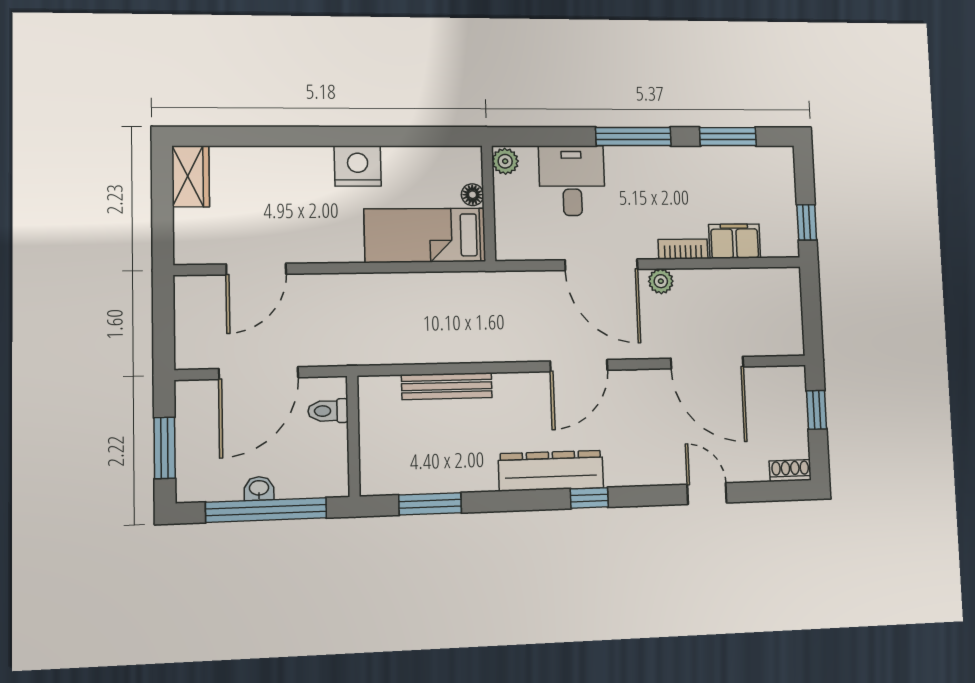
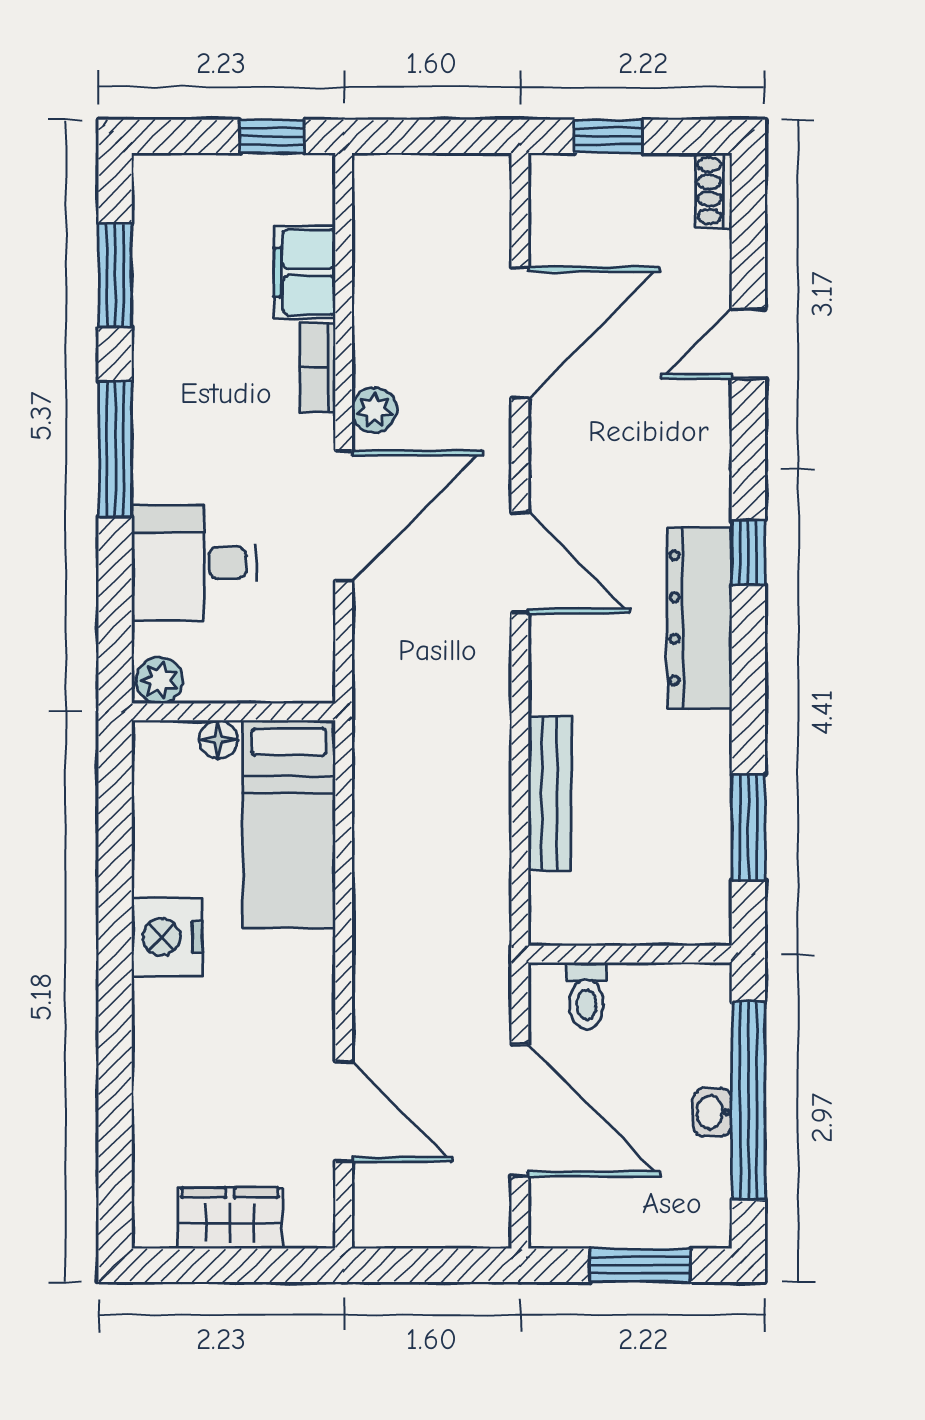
wardrobe: (191, 176) -> (230, 1218), moved

